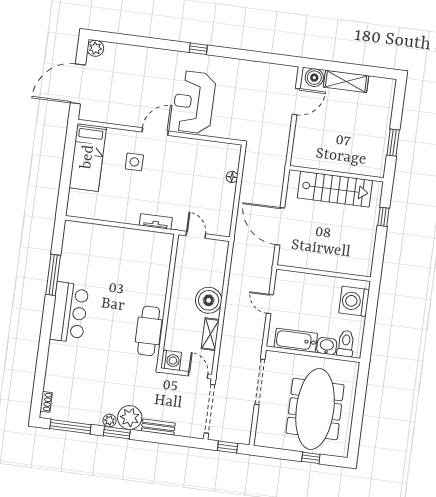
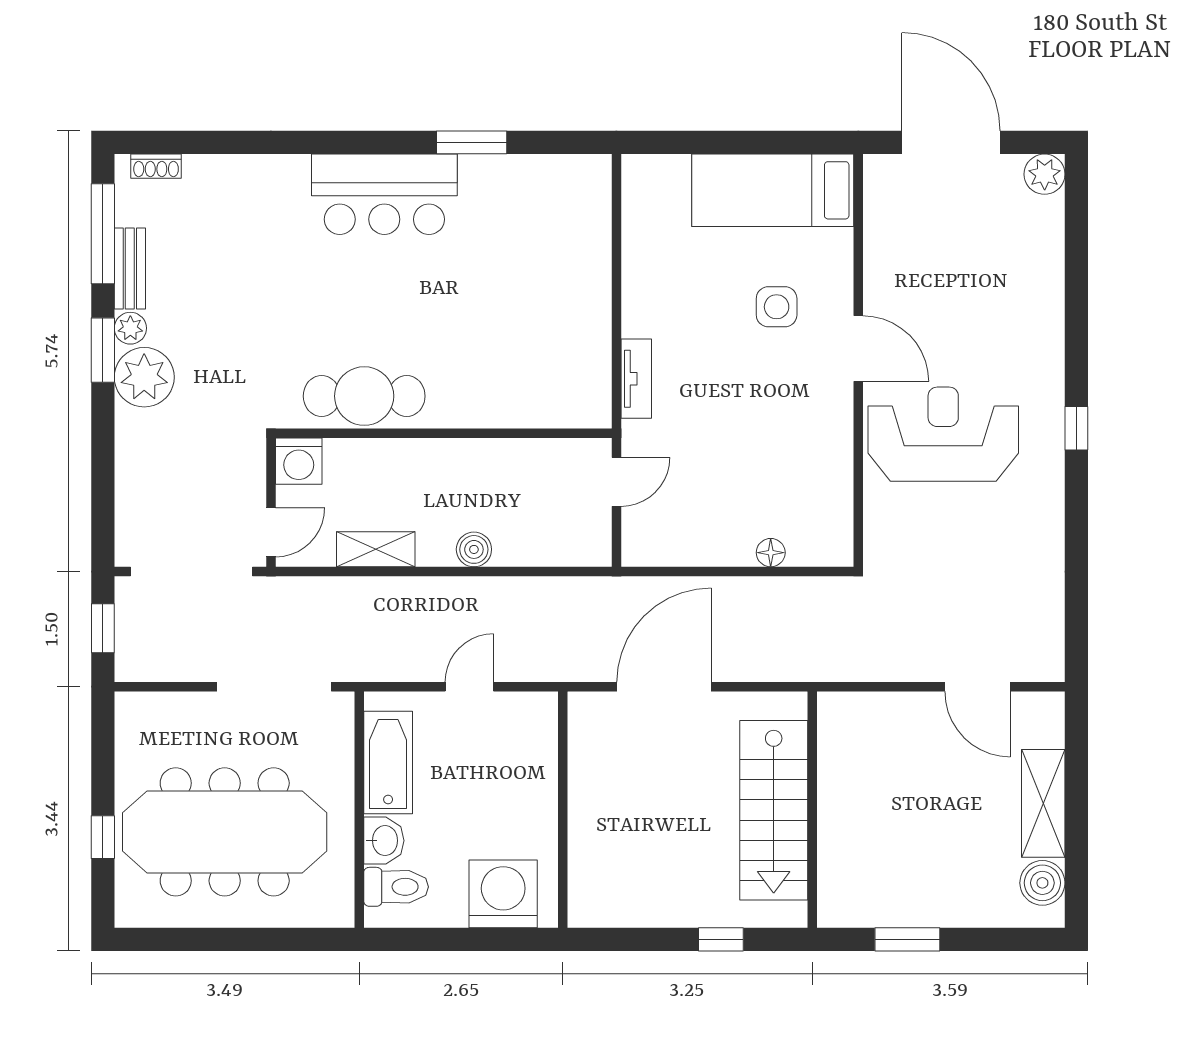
boiler: (314, 78) -> (1042, 883), moved
window: (53, 275) -> (472, 142), width x0.69
boiler: (209, 300) -> (474, 549), width x0.54, depth x0.54
bench: (158, 427) -> (130, 268), moved

